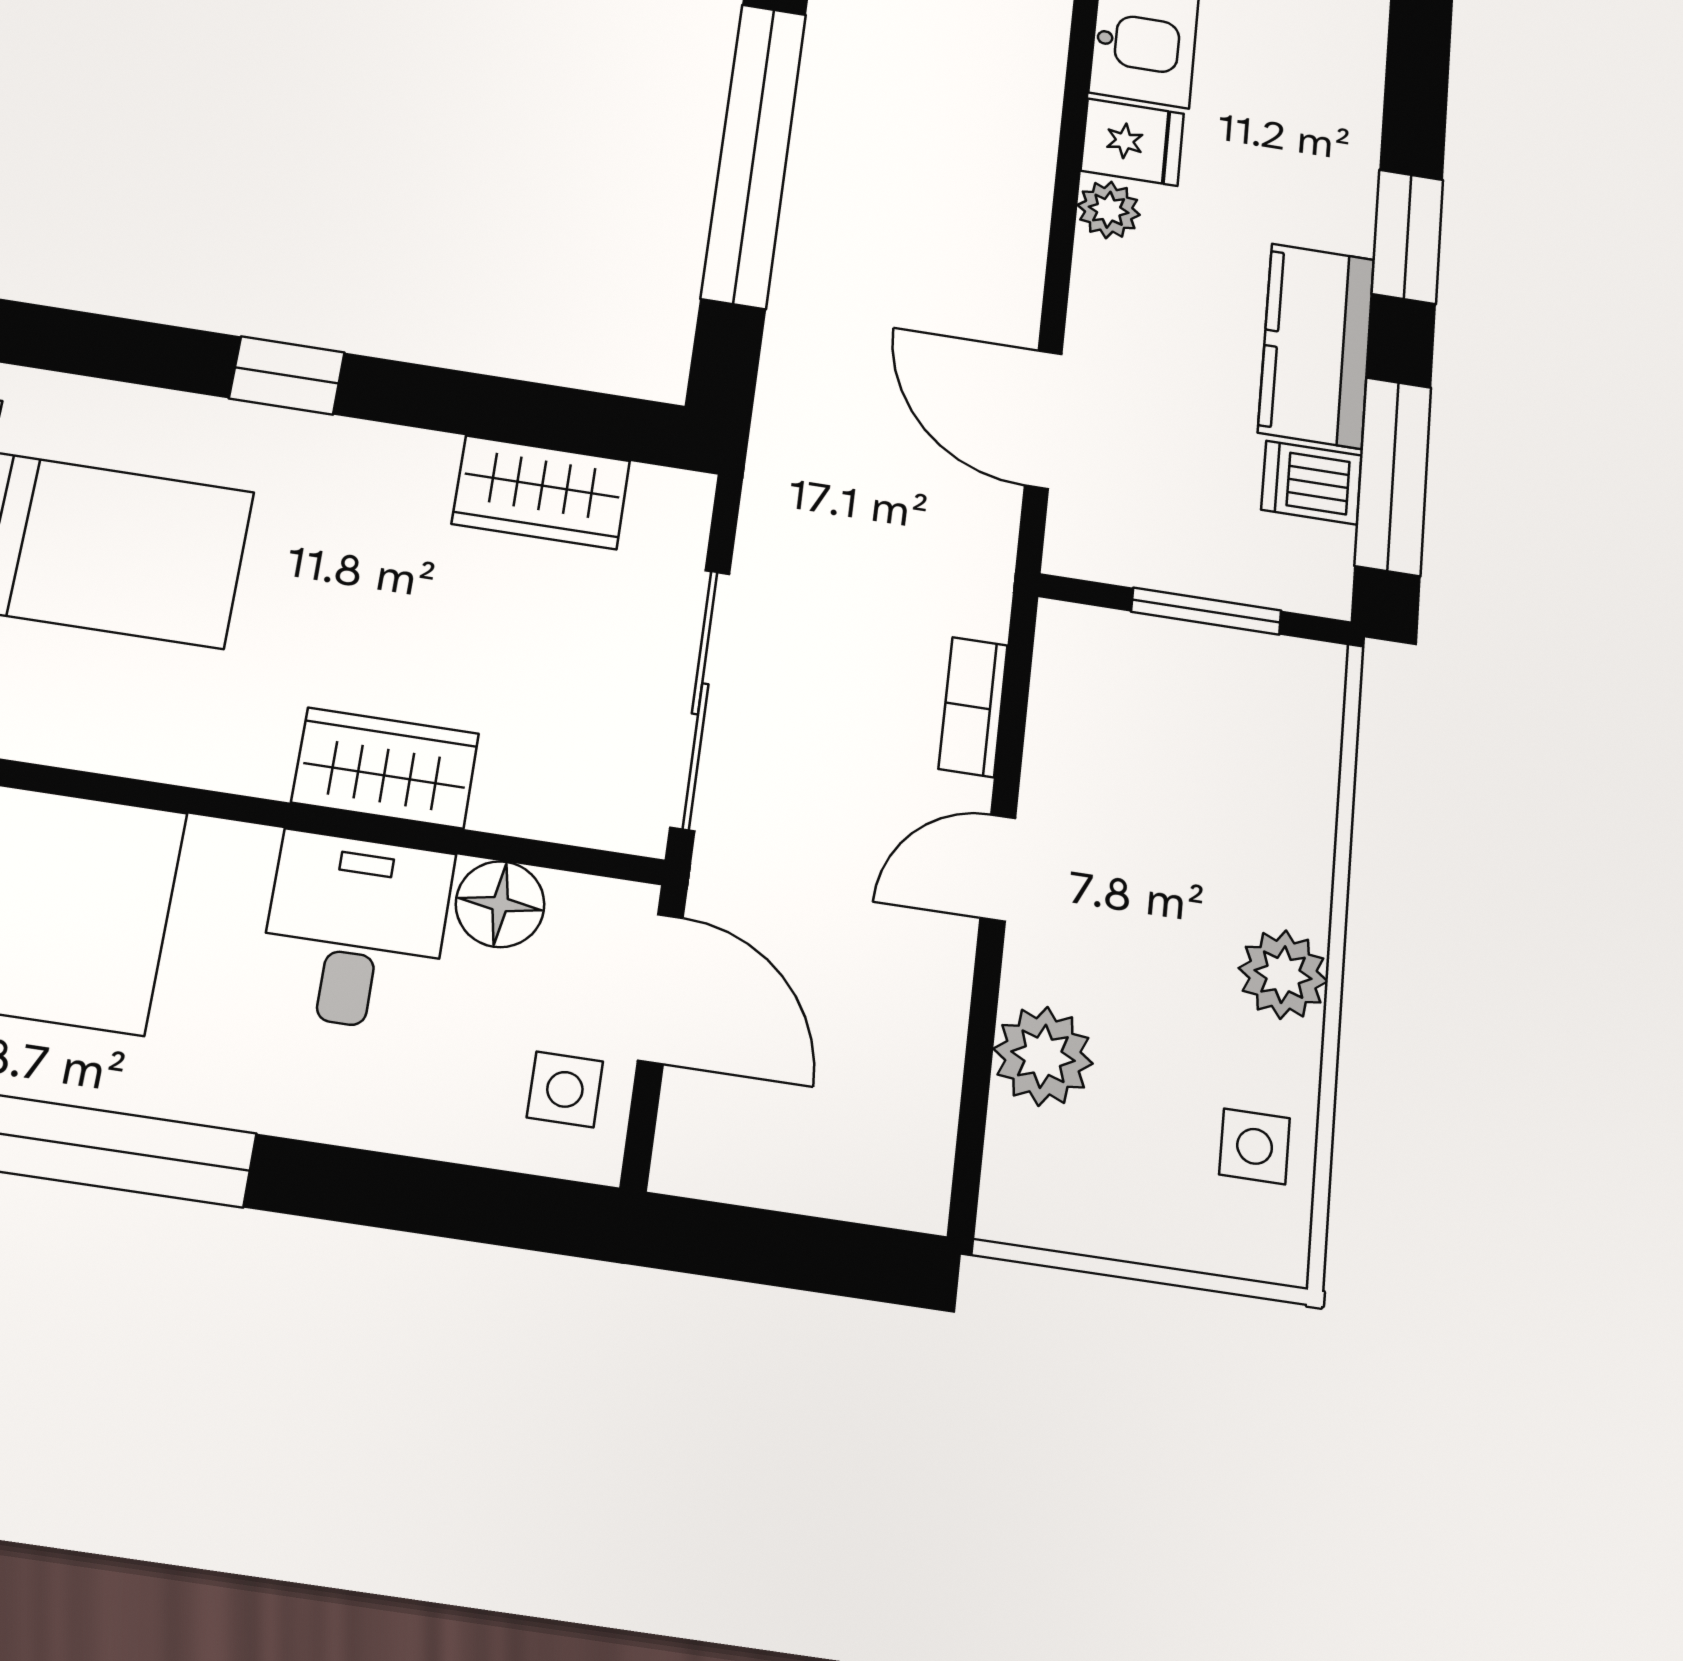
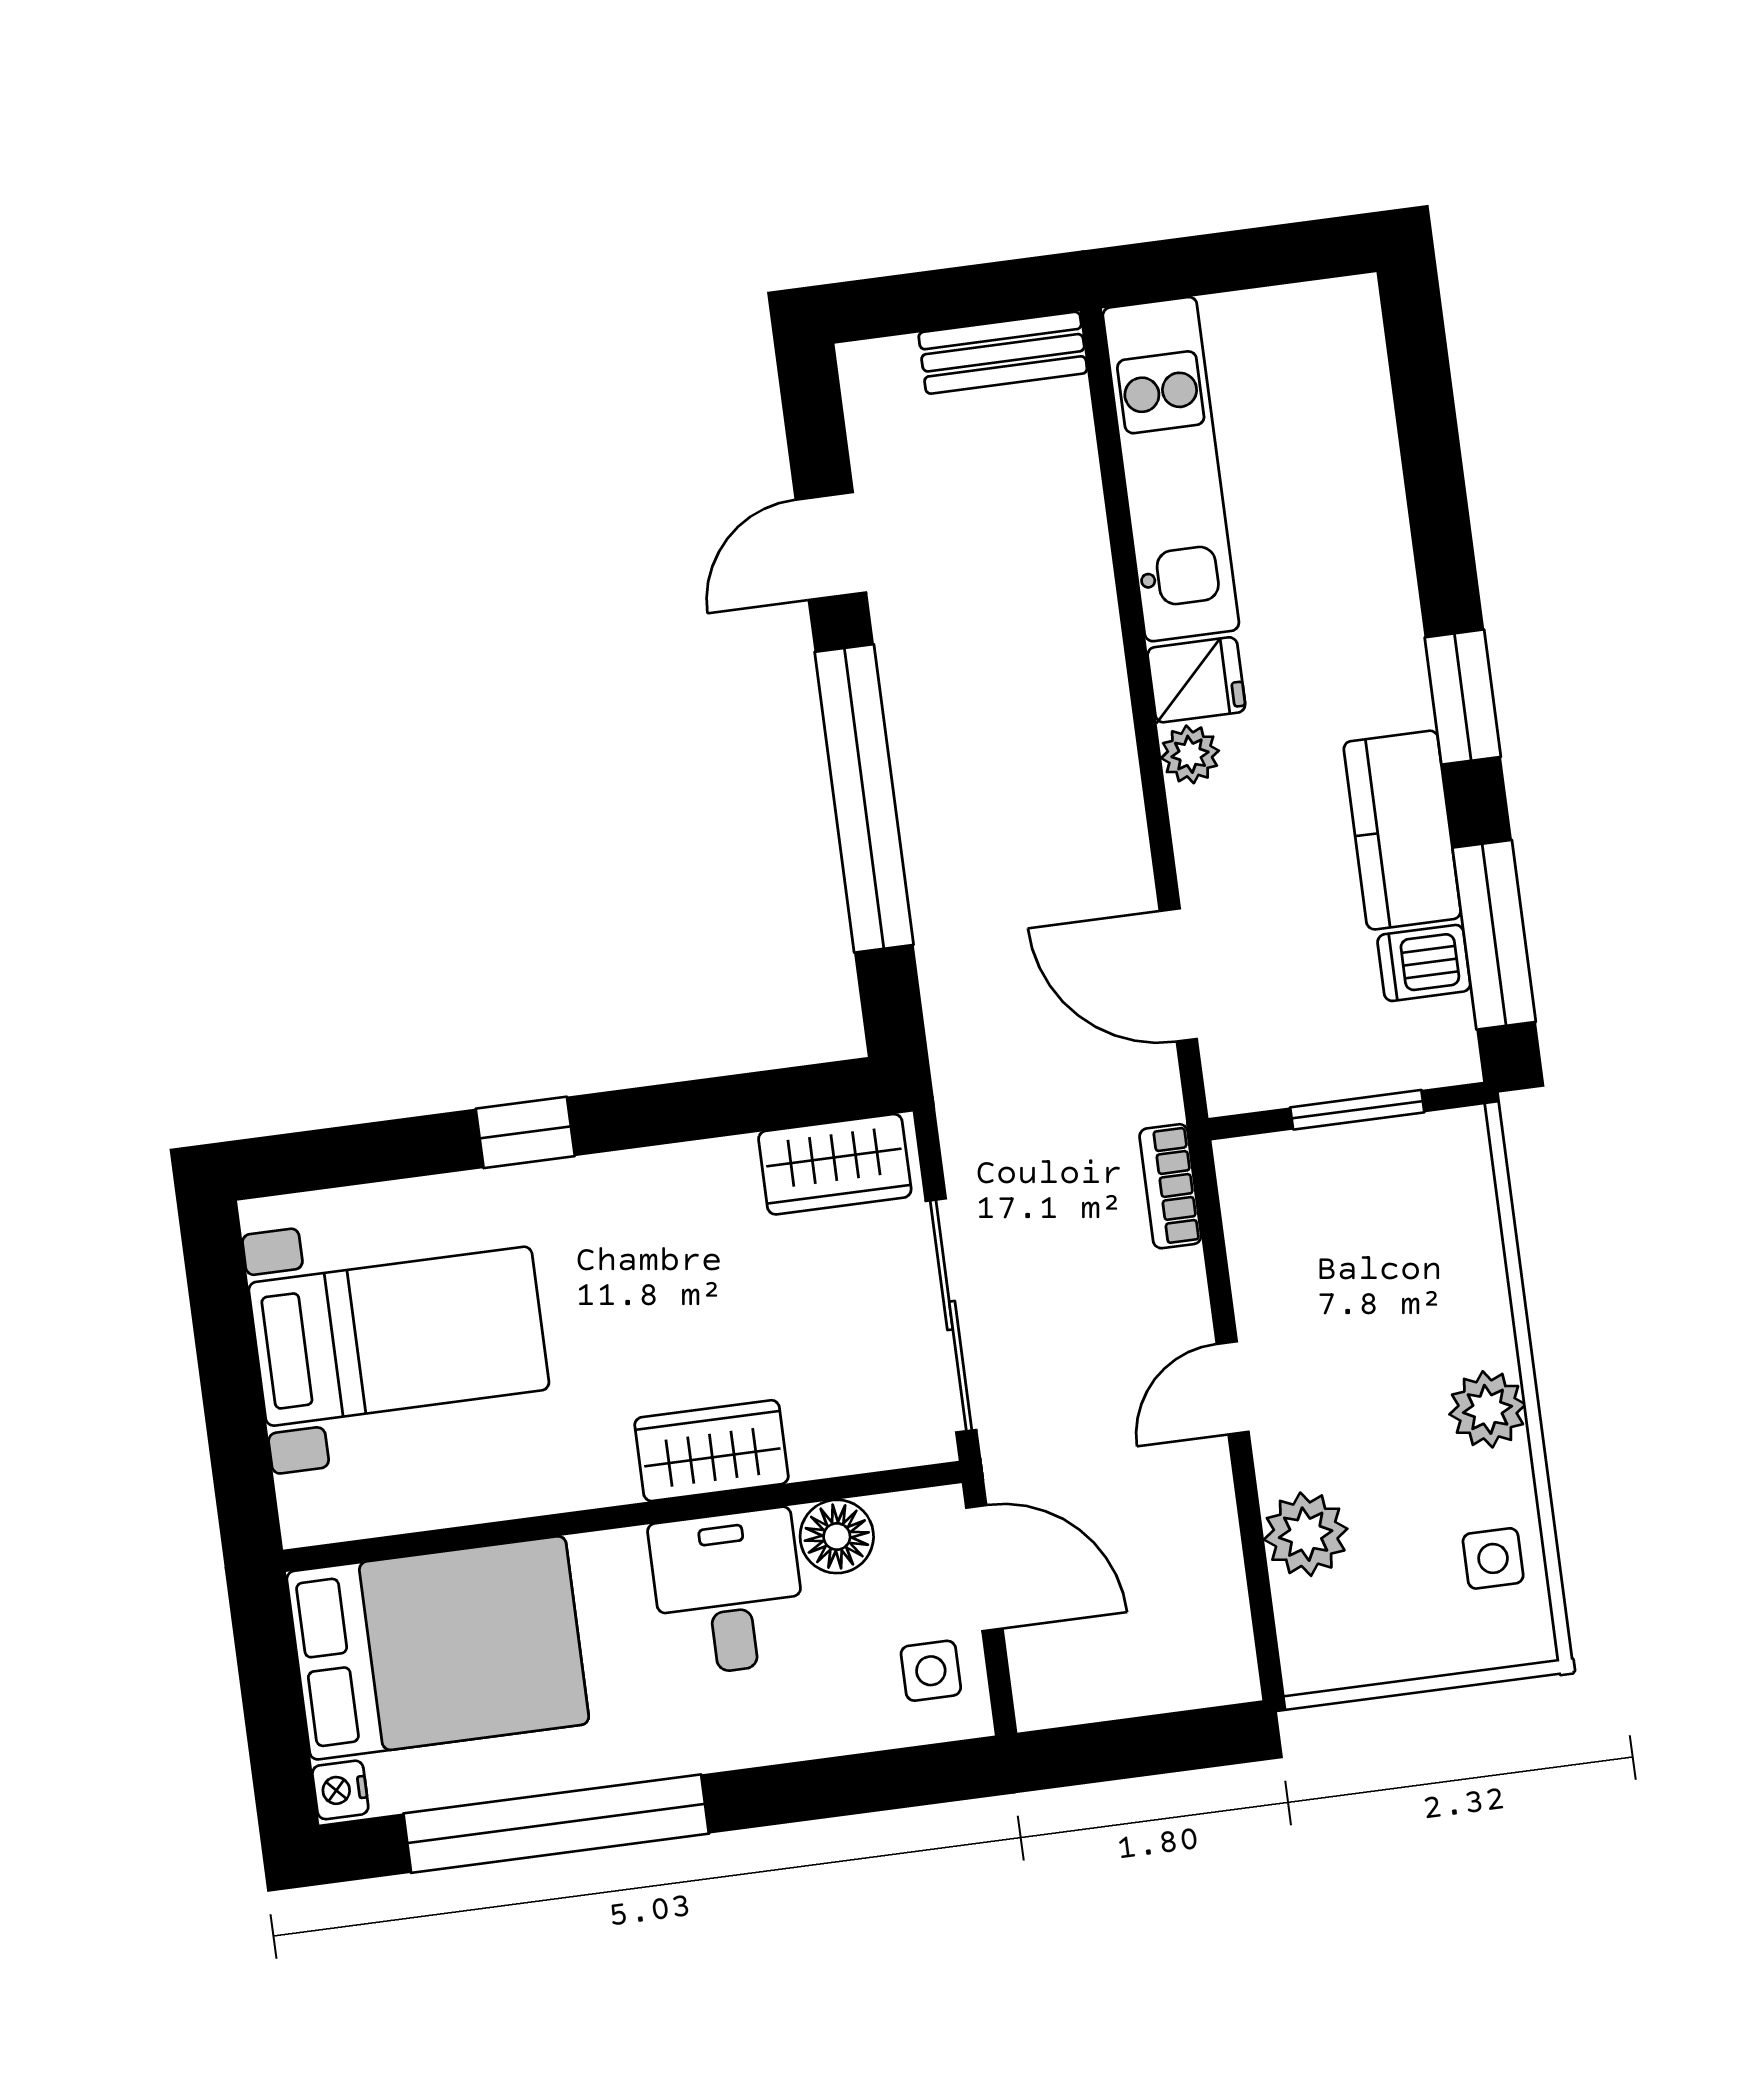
wardrobe: (541, 492) -> (835, 1164), moved
bookcase: (973, 707) -> (1170, 1186), moved

